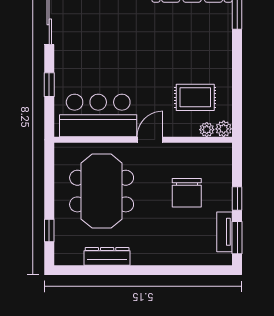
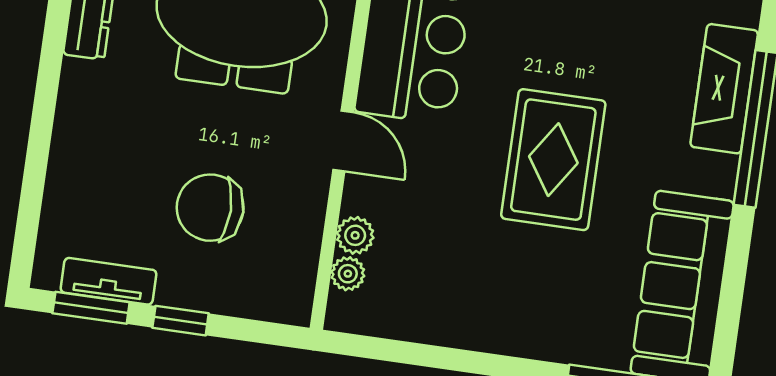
rug: (195, 97) -> (553, 160), moved, width x1.36, depth x1.43
plant: (224, 129) -> (355, 235), moved

